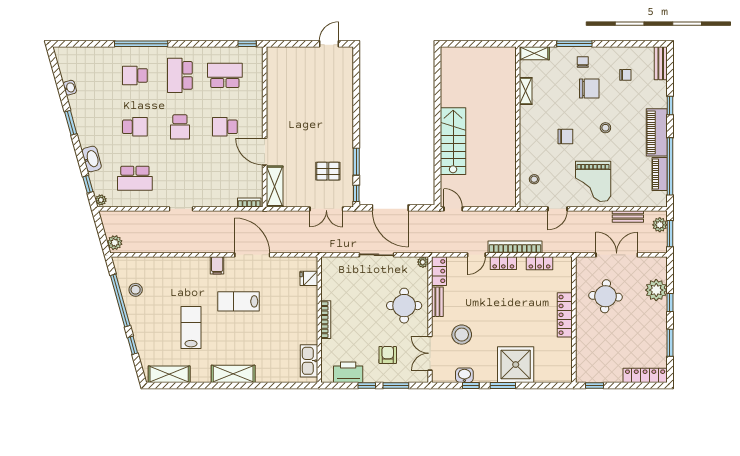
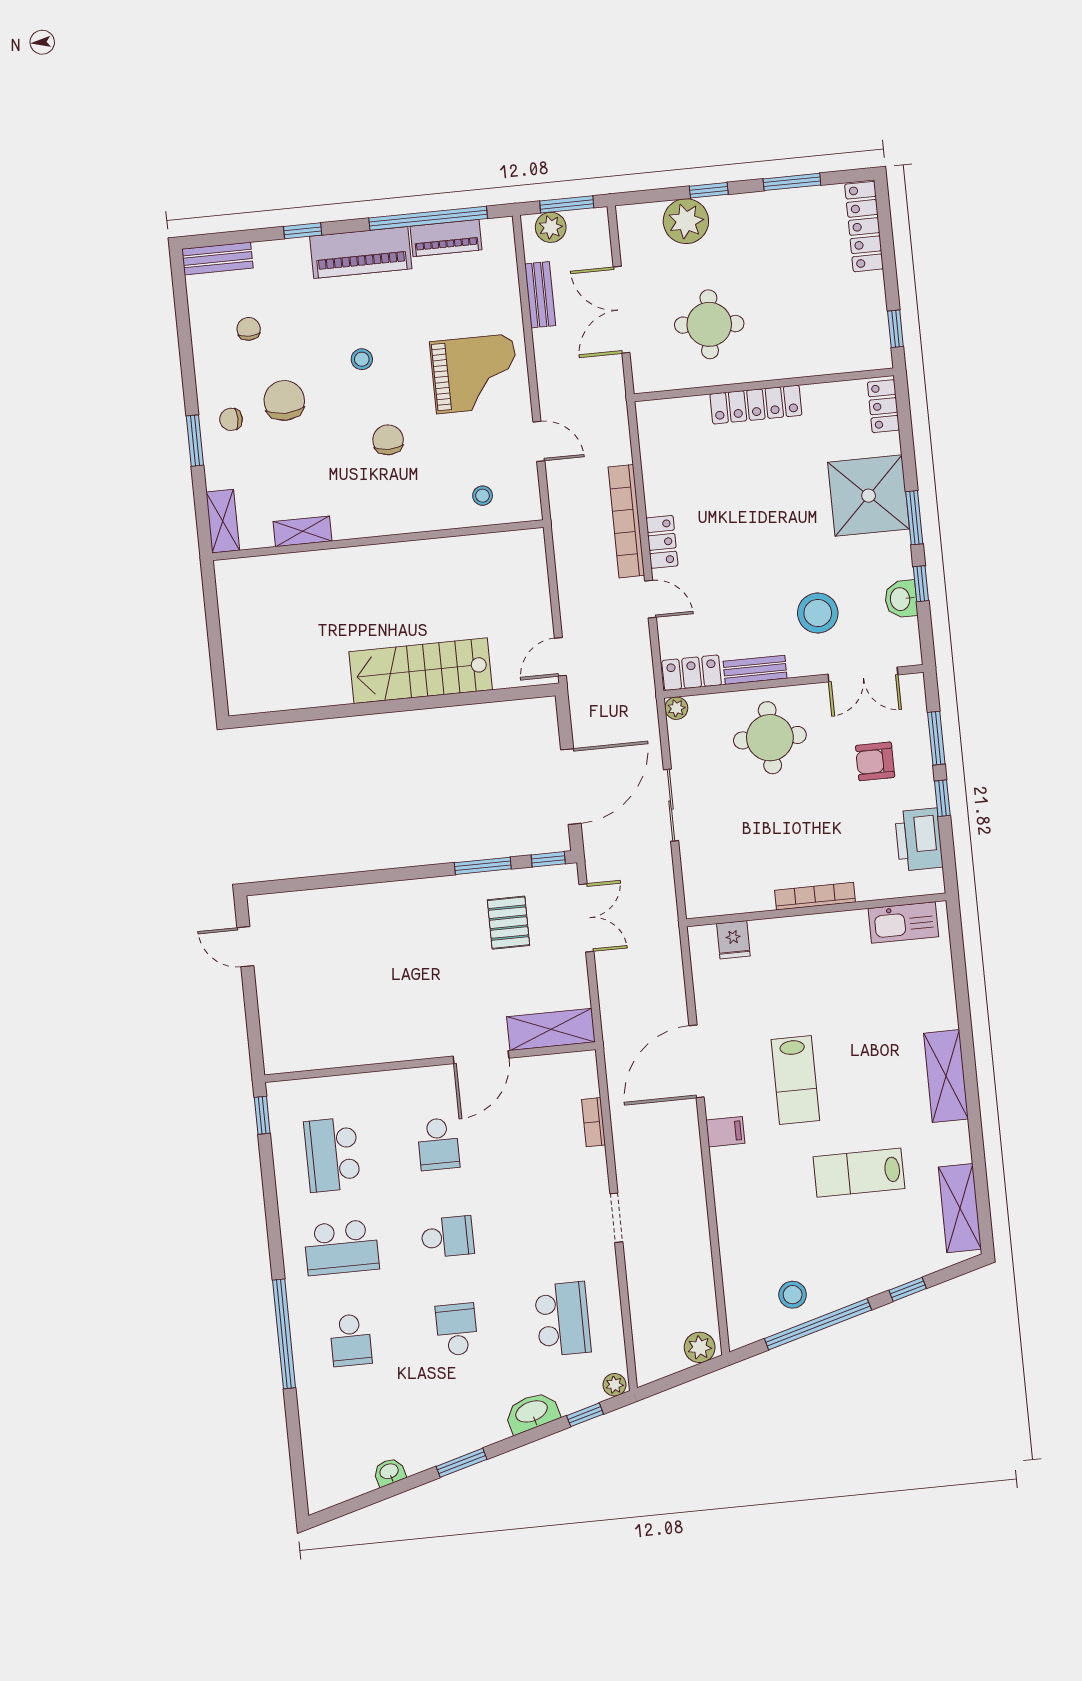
window: (574, 44) -> (195, 441), width x0.69
bookcase: (249, 202) -> (594, 1122), moved
locker: (540, 263) -> (883, 406), moved, turned 180

